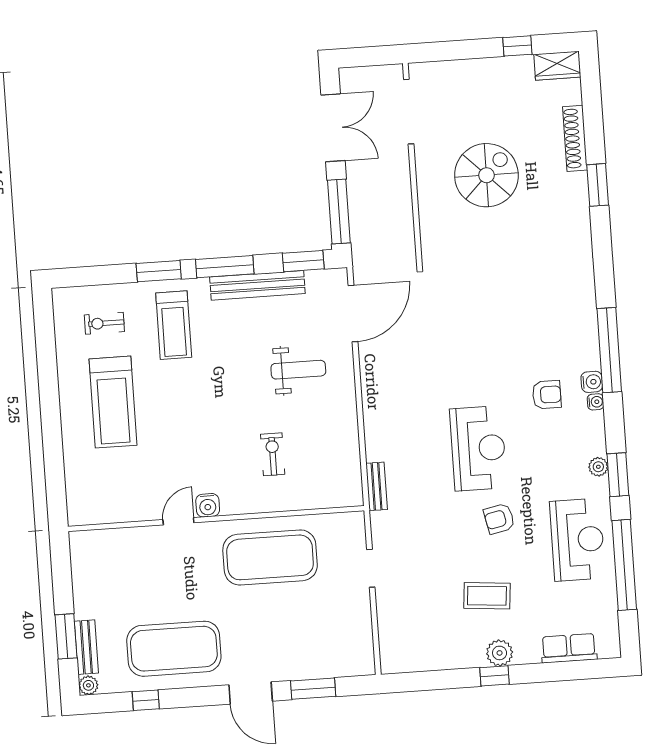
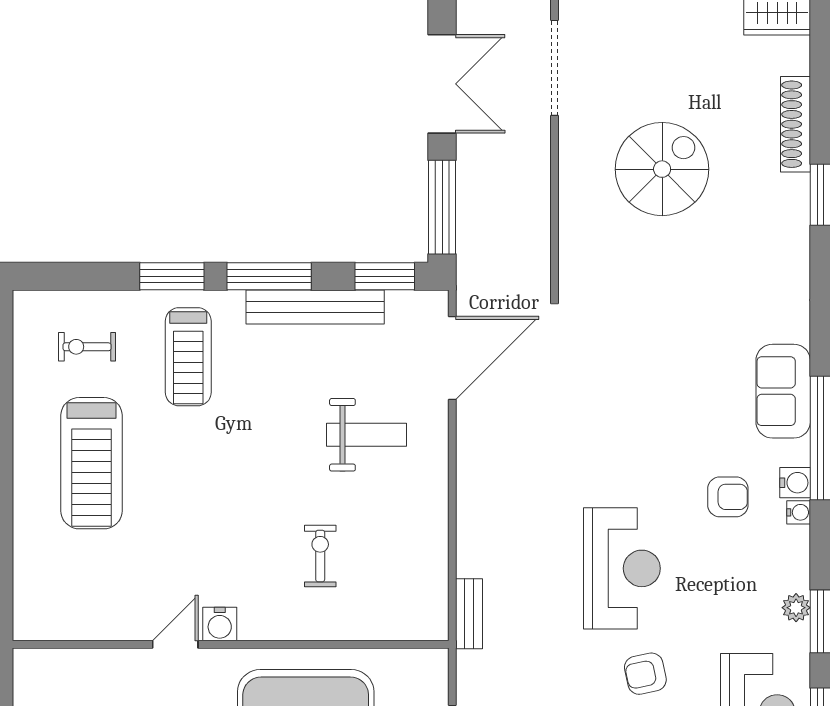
sofa: (579, 320) -> (783, 391), added

